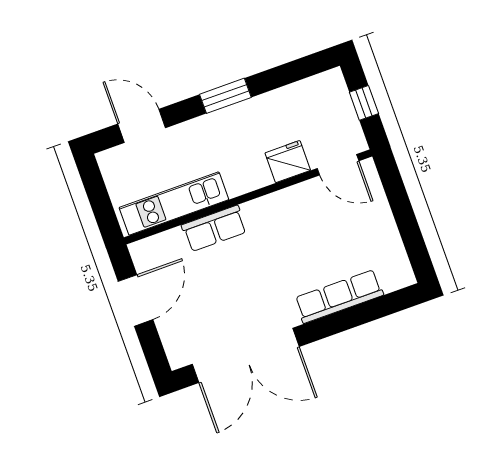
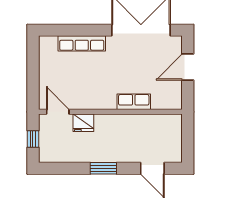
kitchen unit: (174, 204) -> (150, 122), removed
door: (136, 300) -> (188, 67), moved

